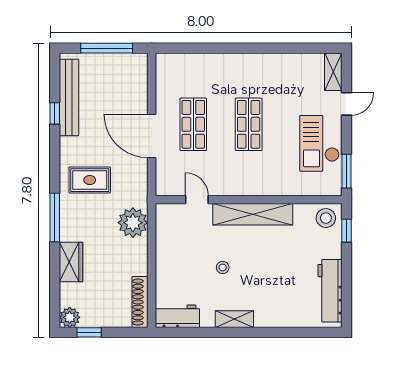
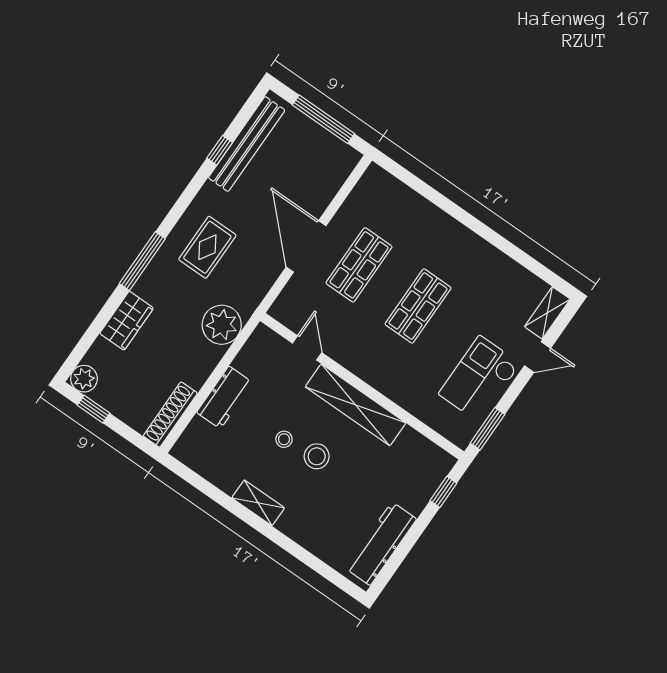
rug: (90, 180) -> (207, 247), turned 90
stool: (326, 218) -> (317, 456), moved
workbench: (177, 316) -> (225, 397), moved, turned 90

